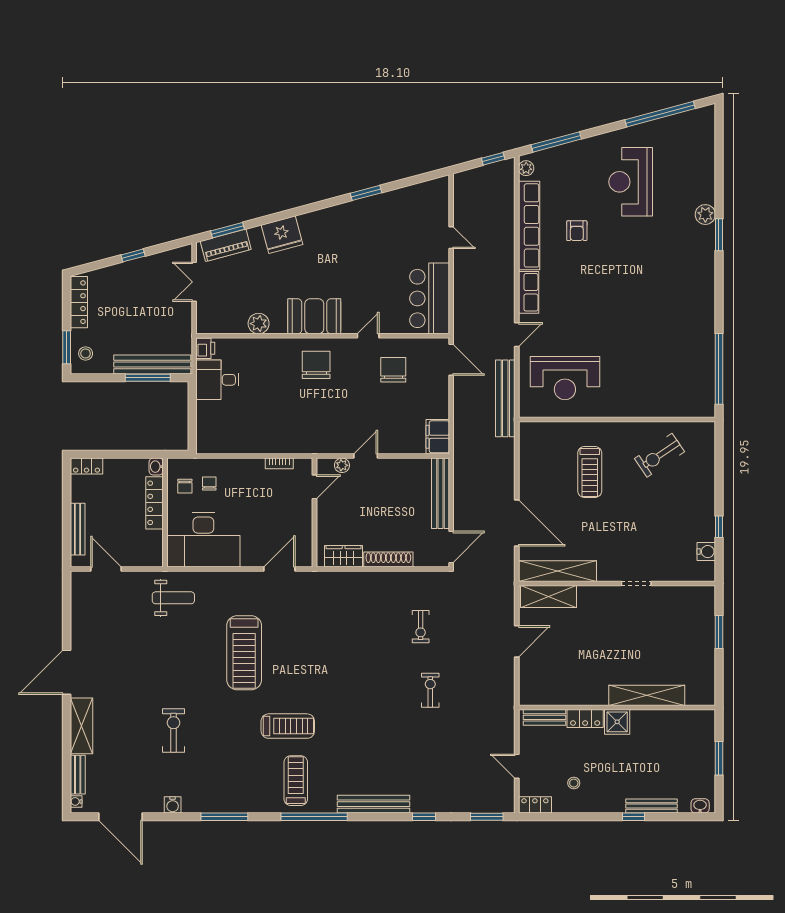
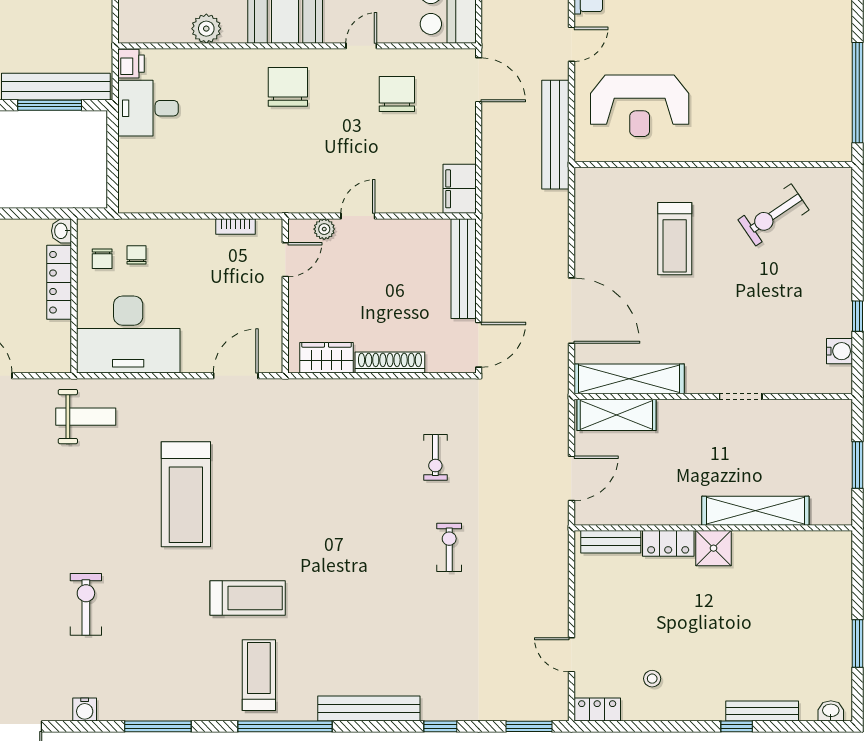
shelving: (647, 695) -> (755, 511), moved
wall: (617, 707) -> (713, 528), moved
bench: (545, 717) -> (611, 542), moved
locker: (585, 718) -> (668, 543), moved
shower: (617, 722) -> (714, 548), moved

